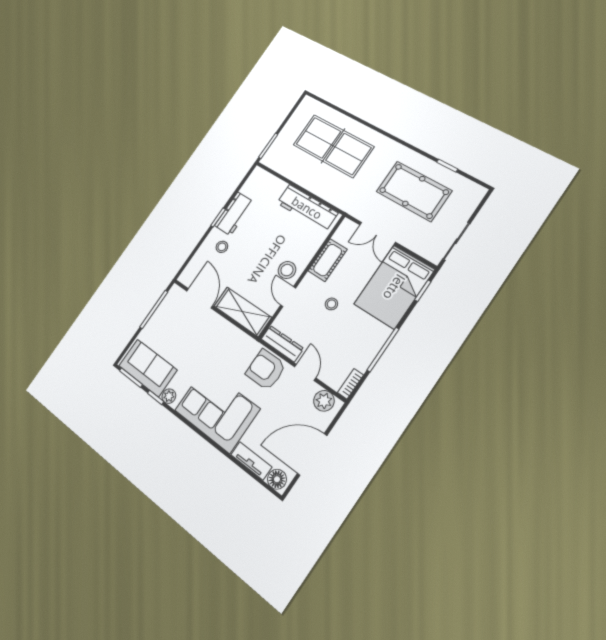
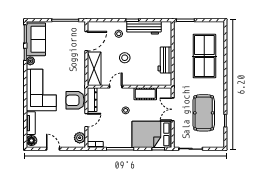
workbench: (307, 208) -> (165, 60), width x0.73
workbench: (234, 214) -> (144, 28), width x1.37
stool: (287, 270) -> (125, 58), moved
armchair: (266, 370) -> (75, 100), turned -90
door: (312, 455) -> (53, 149), width x0.53

